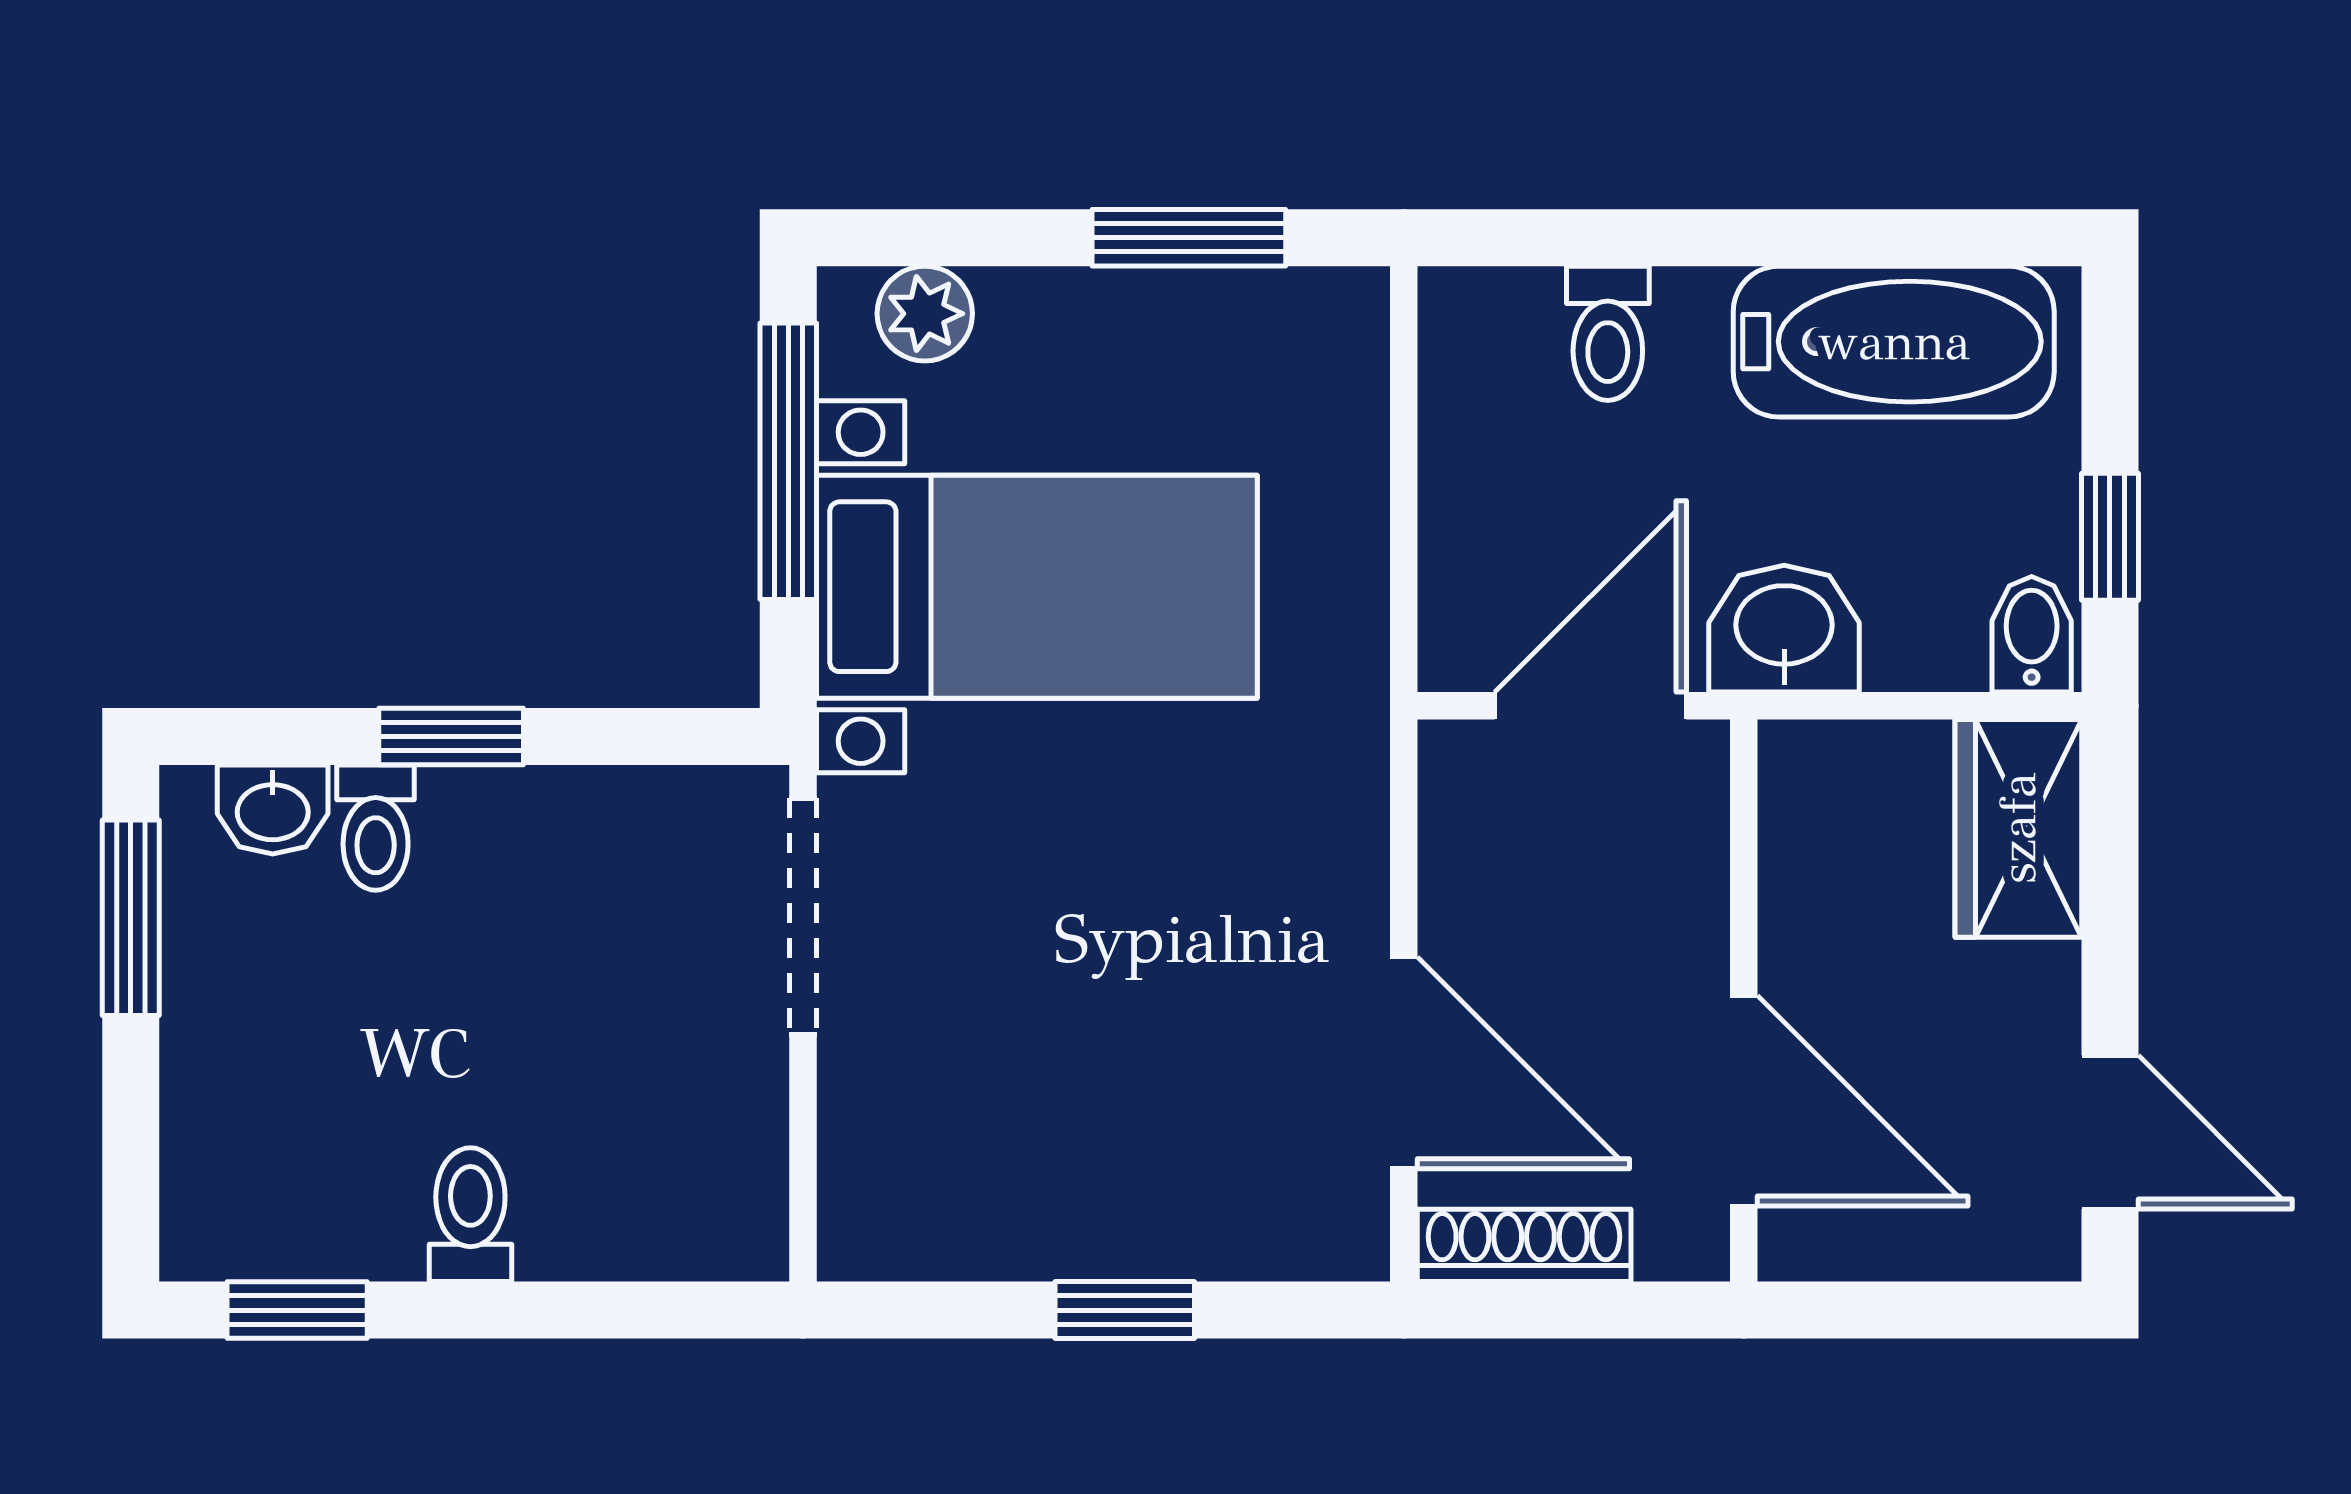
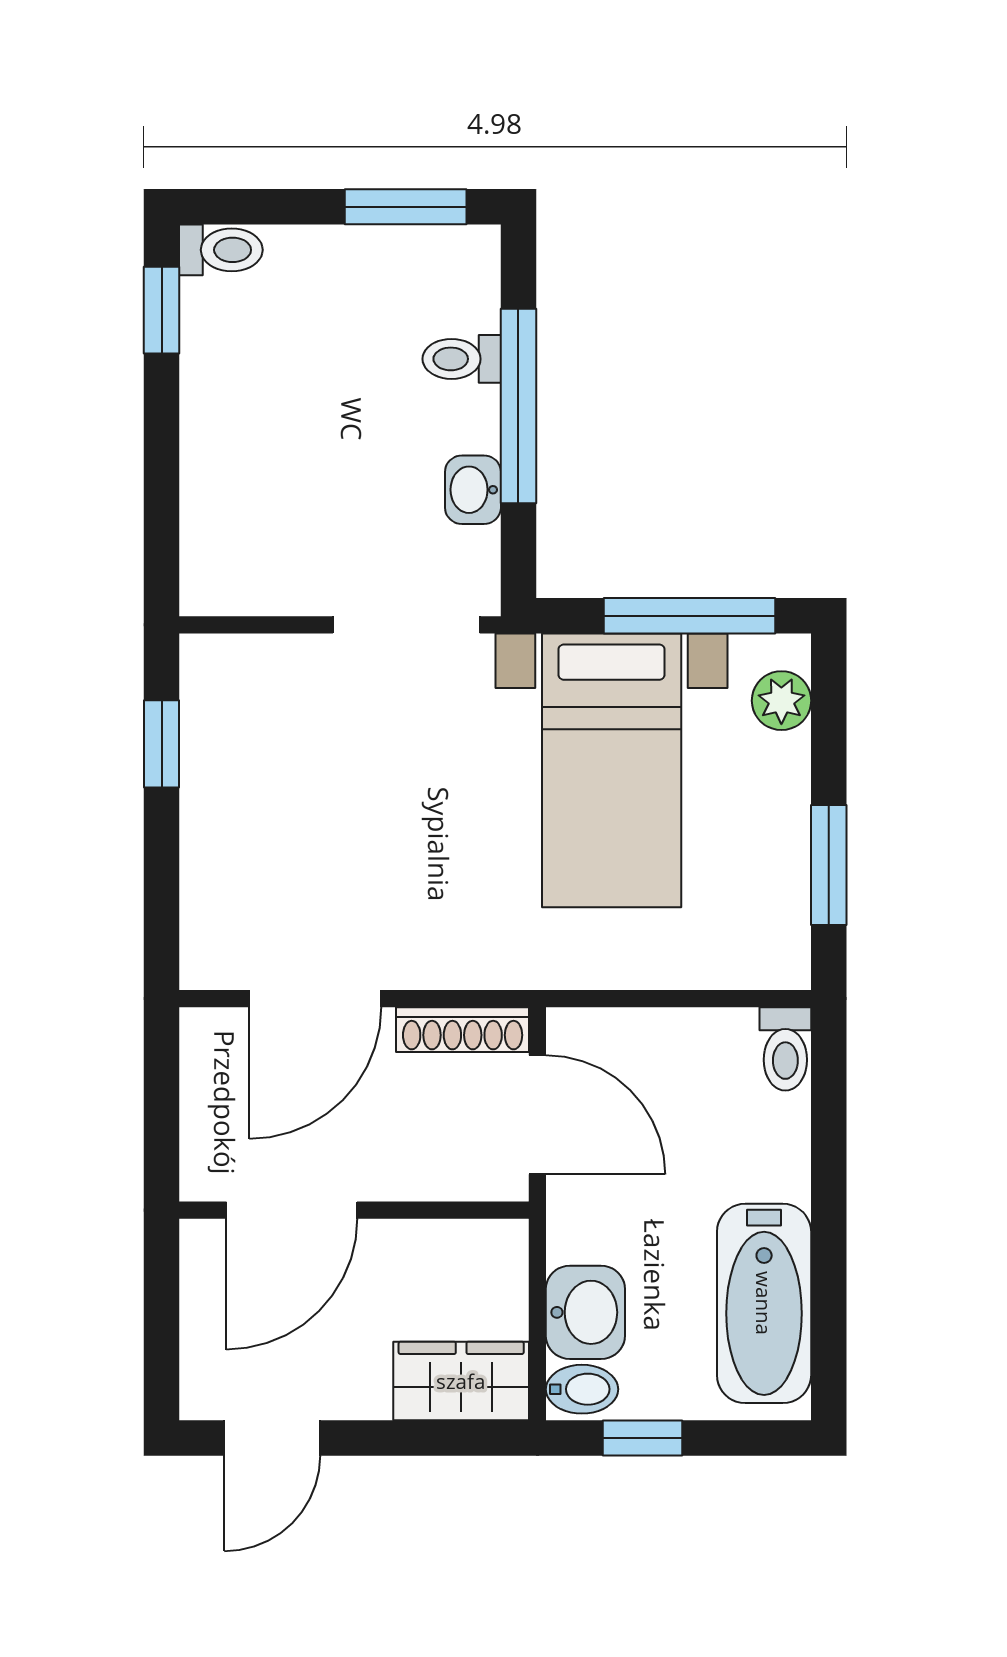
toilet: (1608, 333) -> (785, 1049), moved, turned -90
washbasin: (1784, 629) -> (585, 1312), moved
window: (451, 736) -> (518, 406), width x2.17
washbasin: (273, 809) -> (473, 490), moved
toilet: (470, 1215) -> (221, 250), moved
shoe rack: (1524, 1245) -> (463, 1030), moved, turned 90
window: (1125, 1310) -> (162, 744), moved

